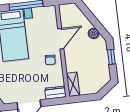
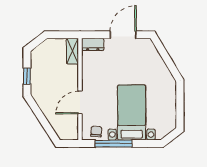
boiler: (94, 33) -> (43, 104), removed
chair: (50, 60) -> (96, 131), moved

